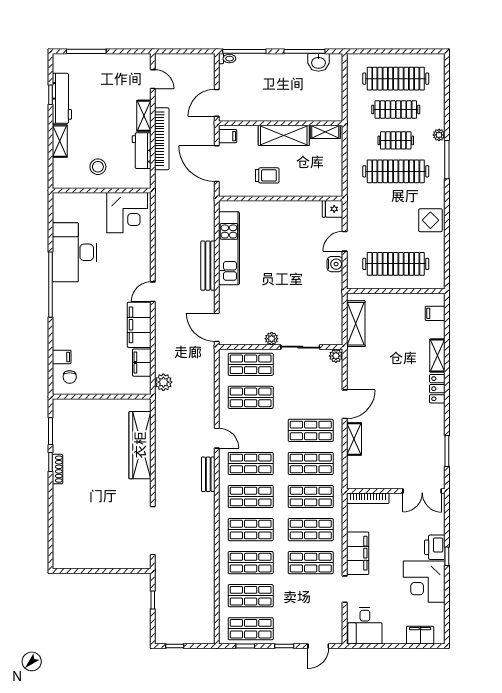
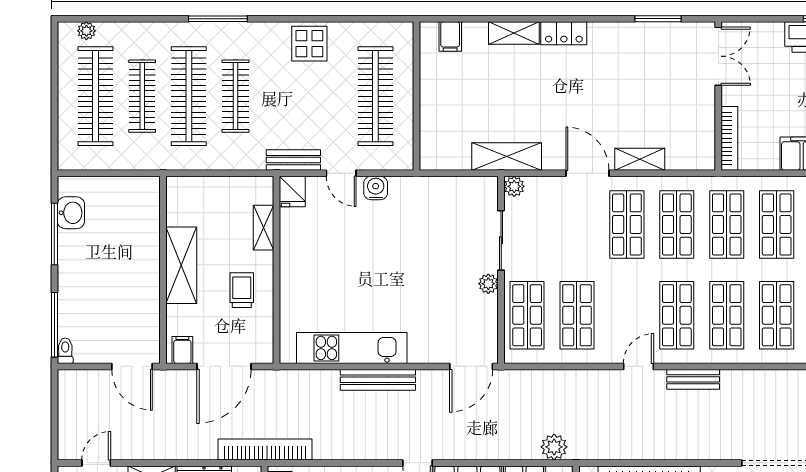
shelving: (325, 132) -> (264, 228), moved
plant: (439, 135) -> (86, 31), moved
bookcase: (162, 139) -> (265, 449), moved
clothes rail: (396, 140) -> (189, 96), width x1.86, depth x1.31
clothes rail: (396, 171) -> (235, 96), width x0.73, depth x0.76
bench: (353, 210) -> (293, 160), added
shelving: (356, 324) -> (507, 157), moved

